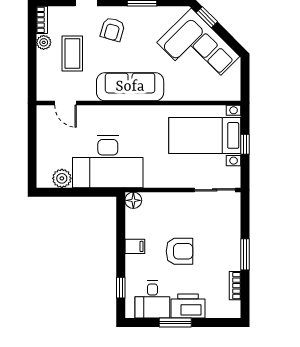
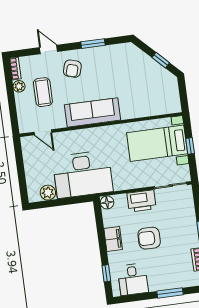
window: (207, 17) -> (161, 60), moved
corner sofa: (198, 49) -> (143, 76), removed
filing cabinet: (135, 246) -> (113, 239), width x2.00
armchair: (179, 251) -> (149, 238), turned 180
printer: (188, 306) -> (142, 201), moved, turned 180
window: (175, 322) -> (170, 293), moved

